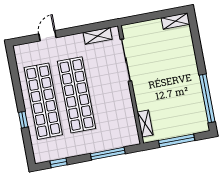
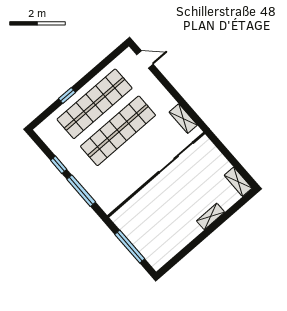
door: (47, 36) -> (145, 59), moved
window: (207, 98) -> (184, 252), removed
shelving: (145, 124) -> (211, 216), moved
window: (59, 163) -> (59, 165), moved

